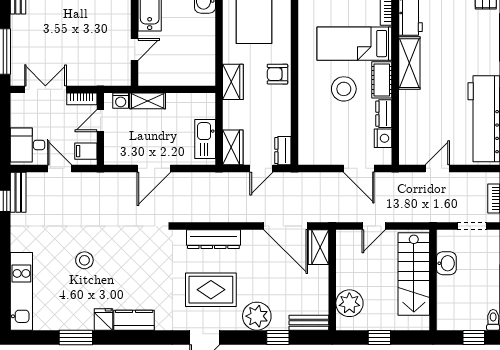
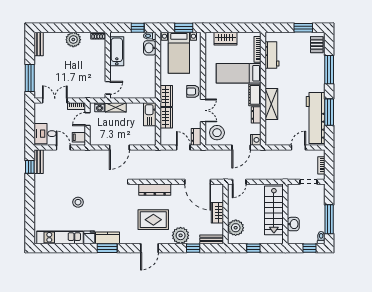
door: (135, 49) -> (108, 88), moved
shelving: (409, 63) -> (271, 104), moved
stool: (344, 89) -> (217, 133), moved
double door: (295, 106) -> (203, 110), added
nightstand: (383, 138) -> (256, 140), moved
kitchen sink: (205, 139) -> (150, 114), moved
wardrobe: (233, 147) -> (166, 118), moved
door: (261, 168) -> (183, 148), swing flipped
door: (359, 168) -> (241, 148), hinge flipped
door: (437, 168) -> (298, 148), moved
door: (374, 226) -> (239, 182), moved
wardrobe: (319, 247) -> (217, 213), moved
washbasin: (446, 263) -> (293, 224), moved
kitchen unit: (21, 291) -> (60, 237), moved, turned -90
window: (76, 337) -> (107, 248), moved

